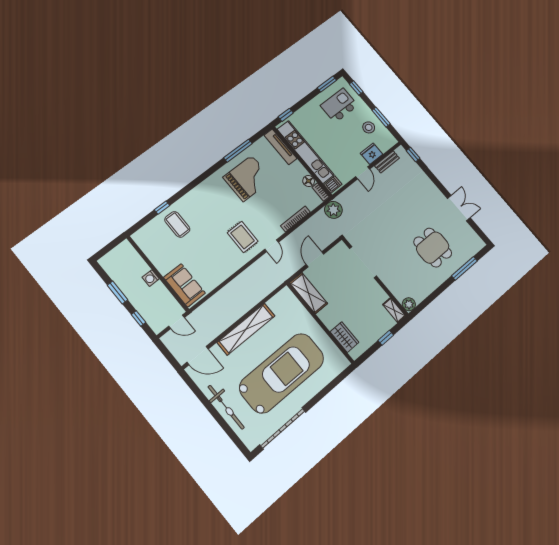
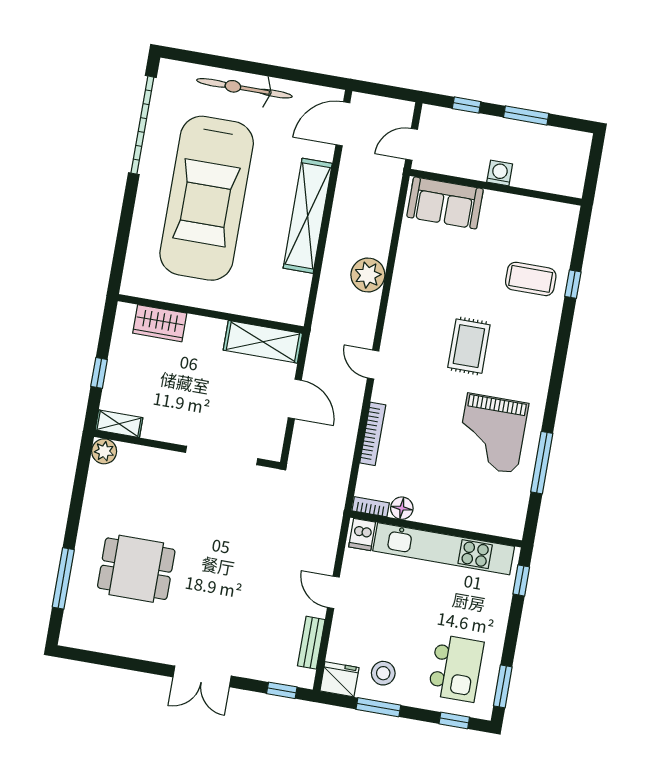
tv unit: (281, 147) -> (486, 524), removed
fridge: (372, 154) -> (339, 679), moved, turned -90
double door: (459, 208) -> (202, 676), moved
plant: (333, 210) -> (368, 275), moved
rug: (243, 237) -> (469, 346), moved, turned 90

